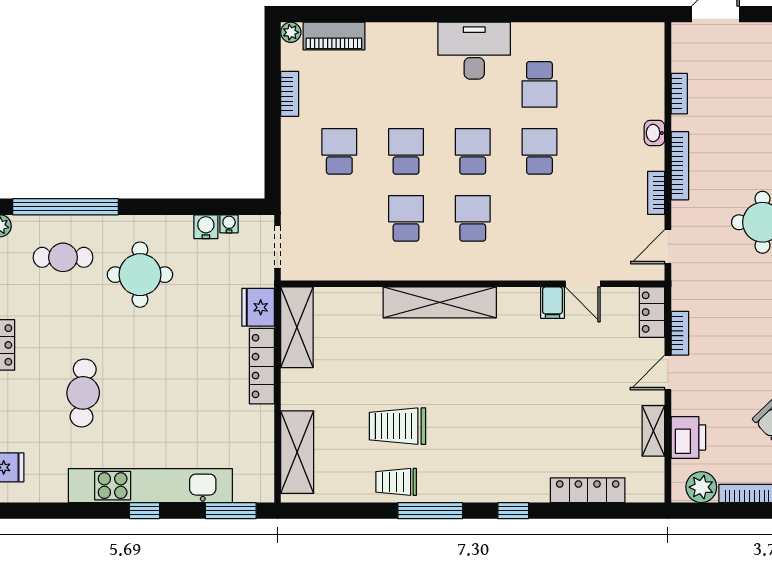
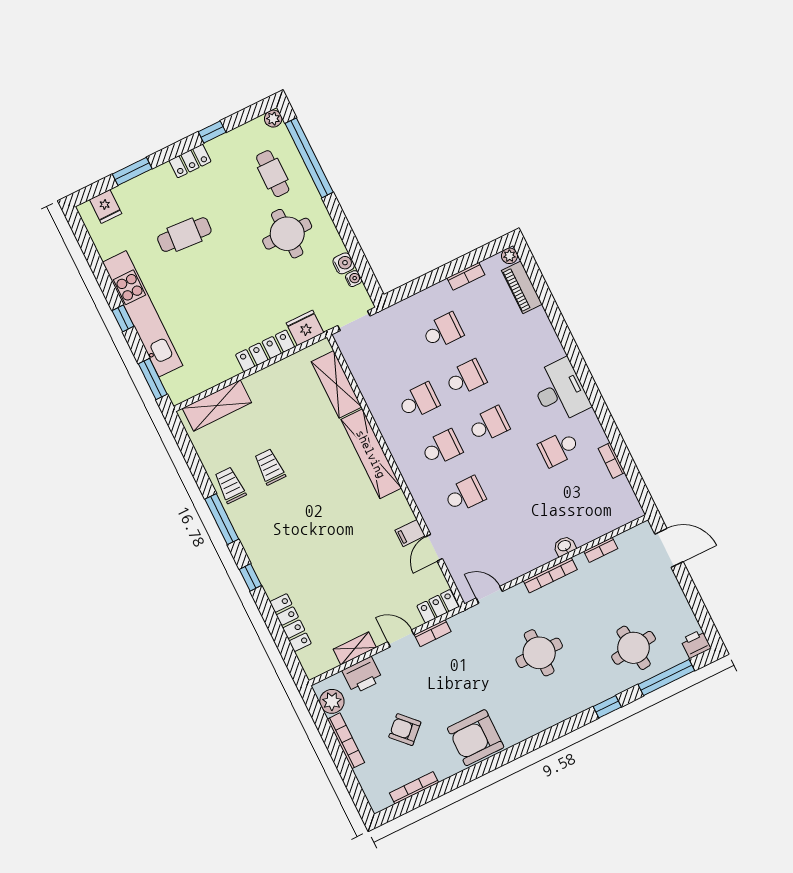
school desk: (539, 151) -> (465, 495), moved
bookcase: (656, 193) -> (611, 460), moved, turned -90
shelving: (297, 327) -> (336, 384), moved, turned 90
trolley: (397, 426) -> (270, 467), width x0.73, depth x0.72

